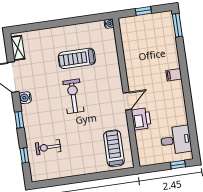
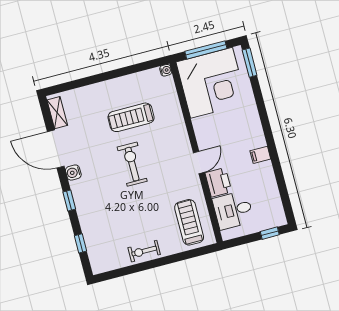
window: (143, 11) -> (206, 50), width x2.17
corner desk: (145, 38) -> (211, 83), added
filing cabinet: (174, 75) -> (260, 155), moved
desk: (176, 140) -> (233, 210), moved, turned 180
exercise bike: (48, 147) -> (144, 251), moved

